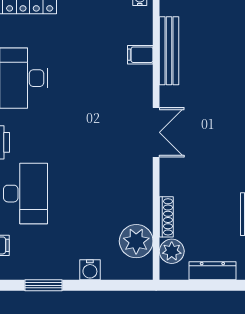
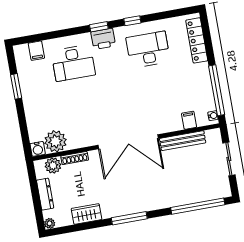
filing cabinet: (140, 55) -> (189, 120), moved
double door: (156, 132) -> (128, 142), width x1.87
water cooler: (90, 270) -> (38, 149), moved, turned -90

